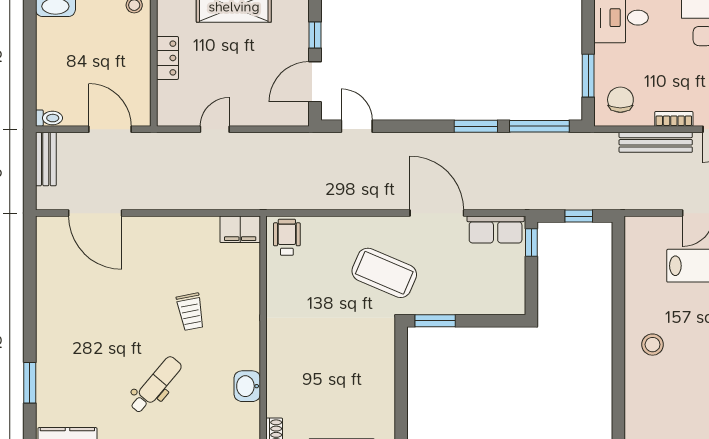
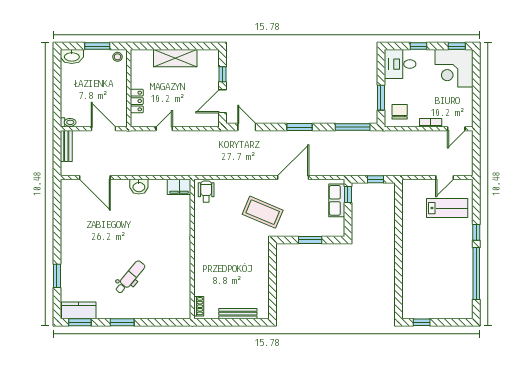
locker: (167, 58) -> (137, 101), moved
window: (476, 126) -> (299, 127), moved
bench: (656, 142) -> (420, 136), removed
door: (437, 213) -> (293, 177), hinge flipped
row of seats: (496, 229) -> (337, 200), moved, turned 90
trolley: (190, 312) -> (150, 235), removed
window: (435, 321) -> (310, 240), moved
stool: (653, 345) -> (418, 254), removed
washbasin: (247, 386) -> (139, 187), moved, turned -90

